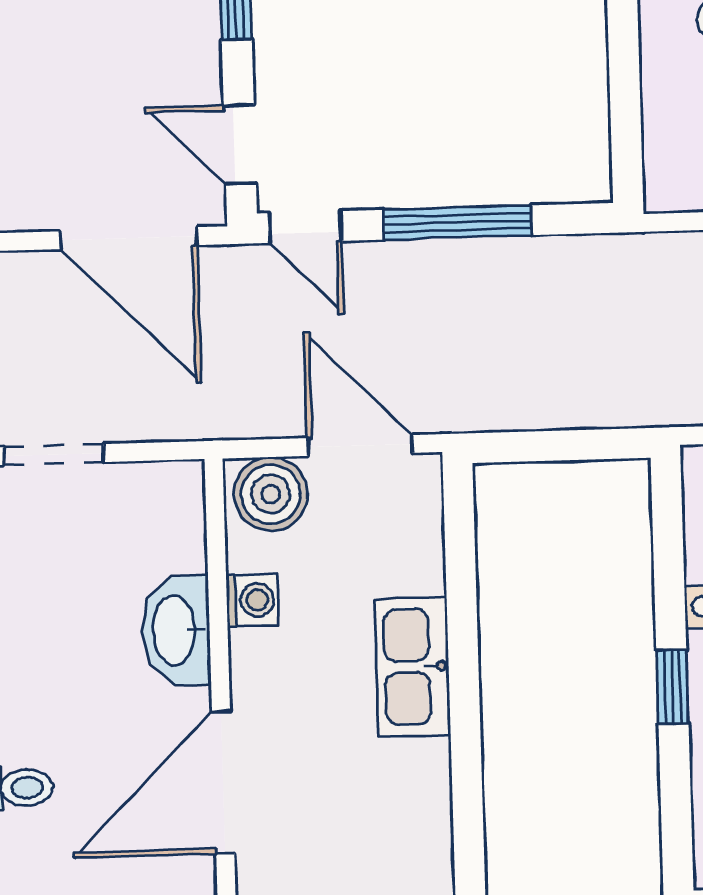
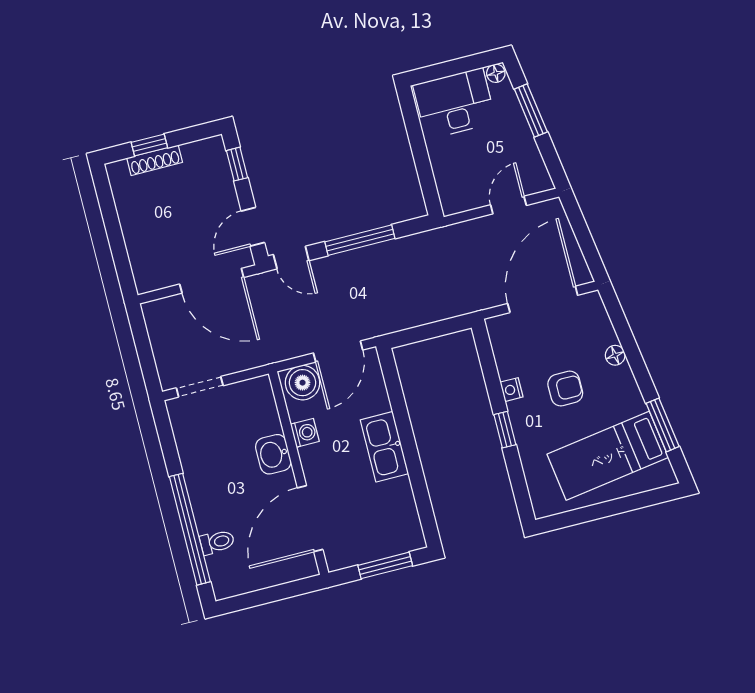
door: (240, 144) -> (253, 227), hinge flipped
door: (360, 445) -> (338, 352), swing flipped
washbasin: (176, 630) -> (273, 454), width x0.72

